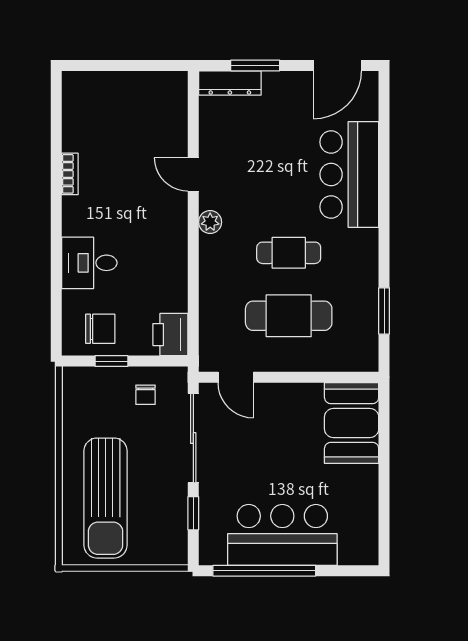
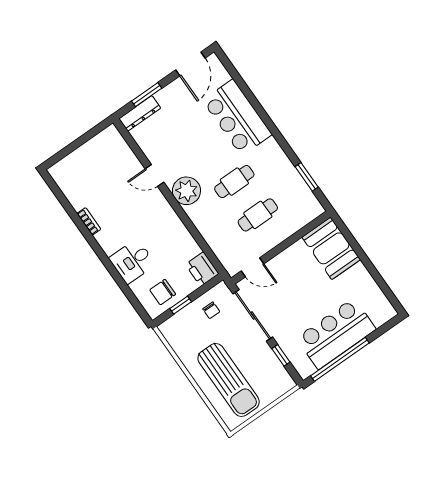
plant: (210, 222) -> (186, 191), width x1.87, depth x1.87
cafe table: (289, 316) -> (258, 215), width x0.73, depth x0.74
chair: (100, 329) -> (163, 292), turned 180

